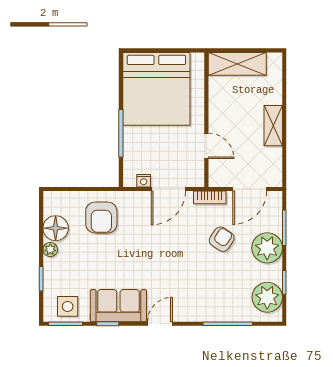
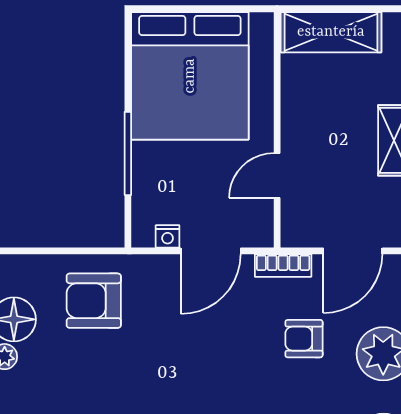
door: (206, 146) -> (277, 176), swing flipped
armchair: (101, 218) -> (94, 301), turned 90
armchair: (222, 239) -> (304, 339), turned -123

